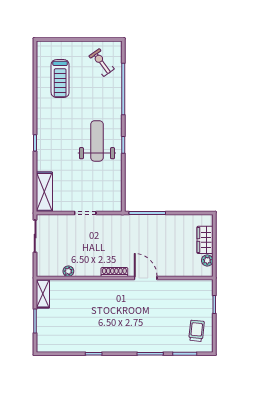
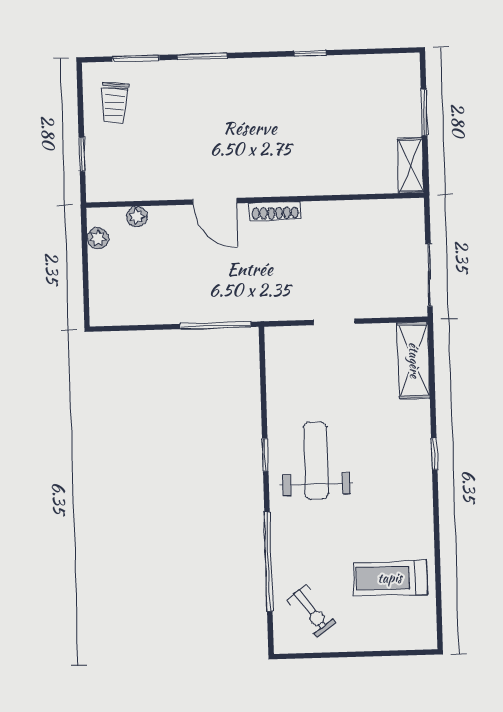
treadmill: (60, 79) -> (390, 578), turned -90
weight bench: (97, 141) -> (316, 461), turned 180
wardrobe: (205, 240) -> (103, 277), removed
plant: (68, 271) -> (137, 216), moved

